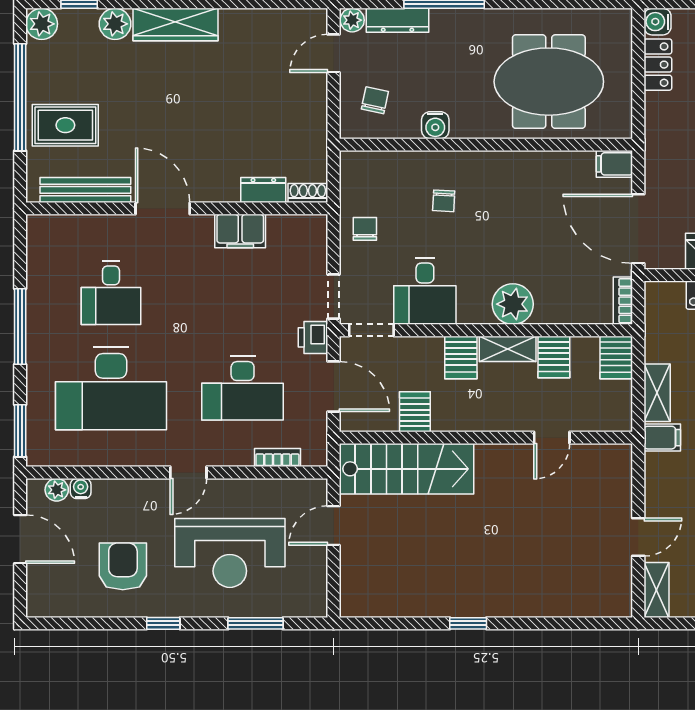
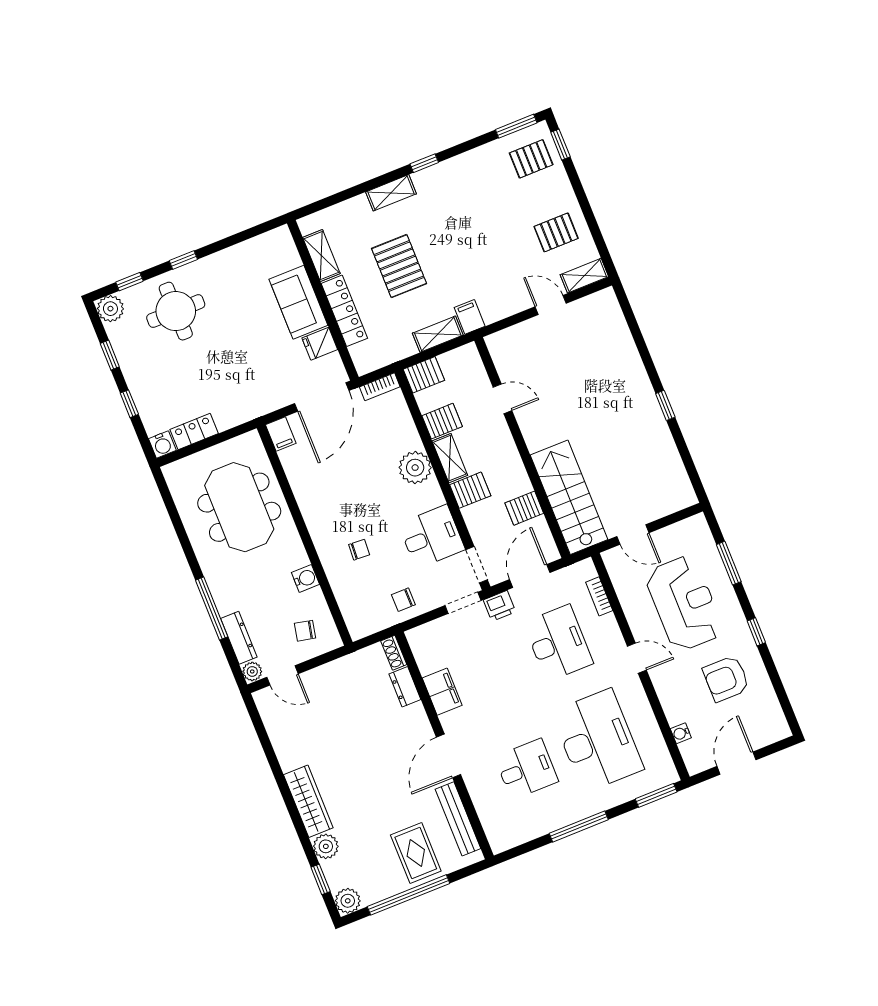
plant: (57, 490) -> (689, 751), removed

